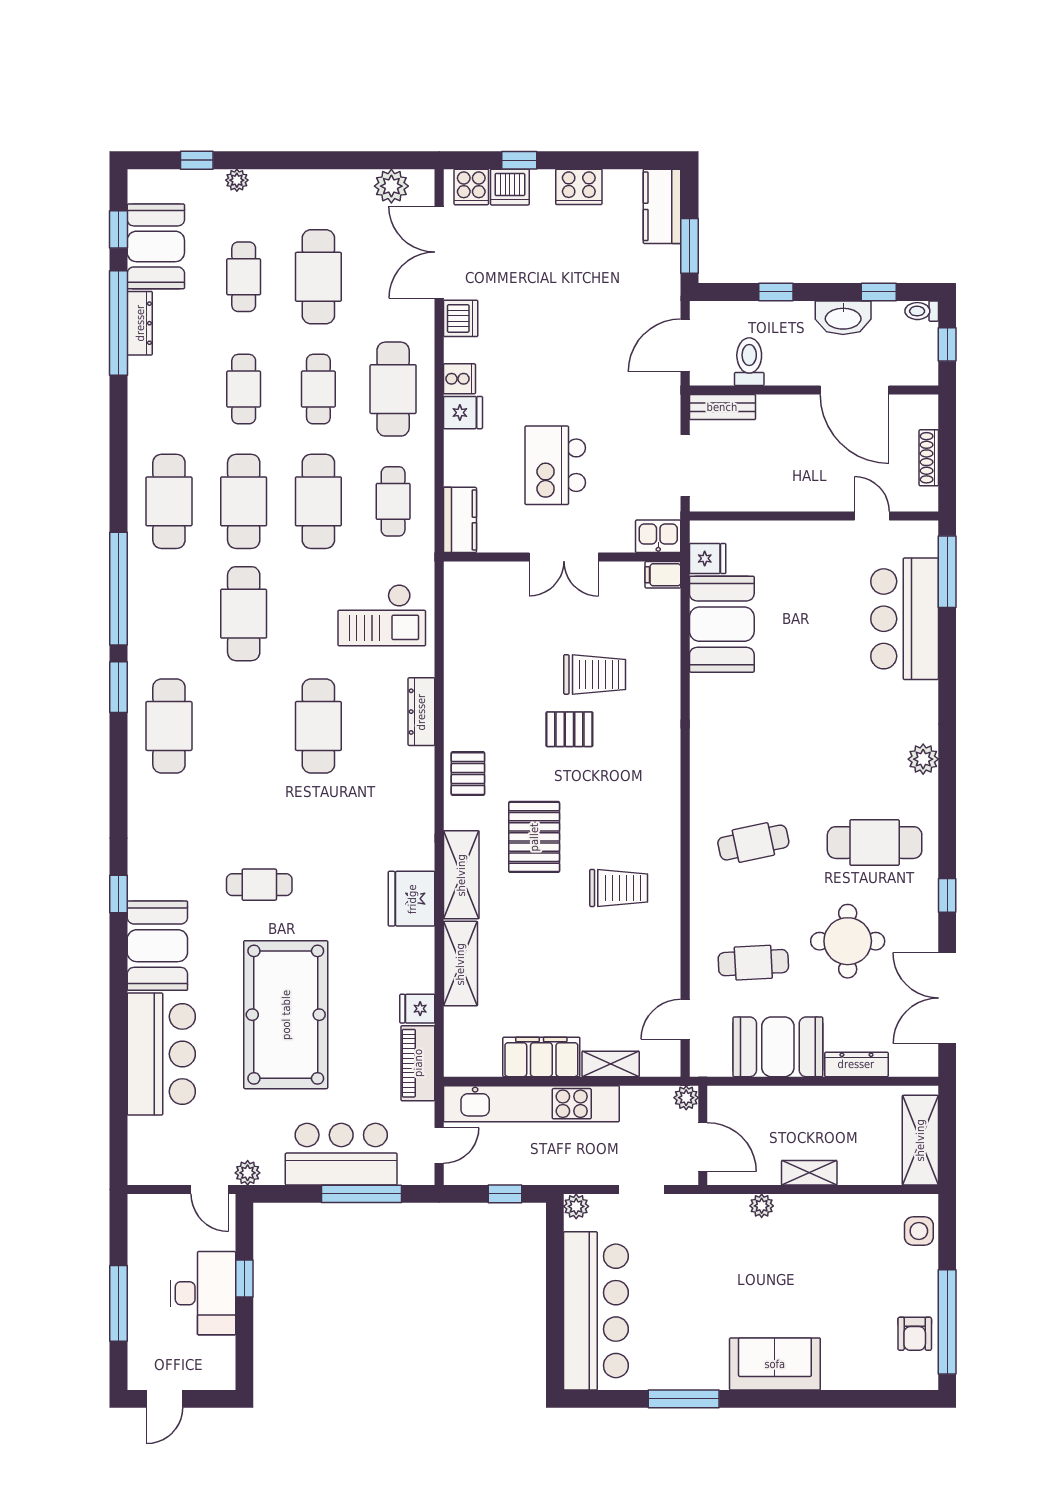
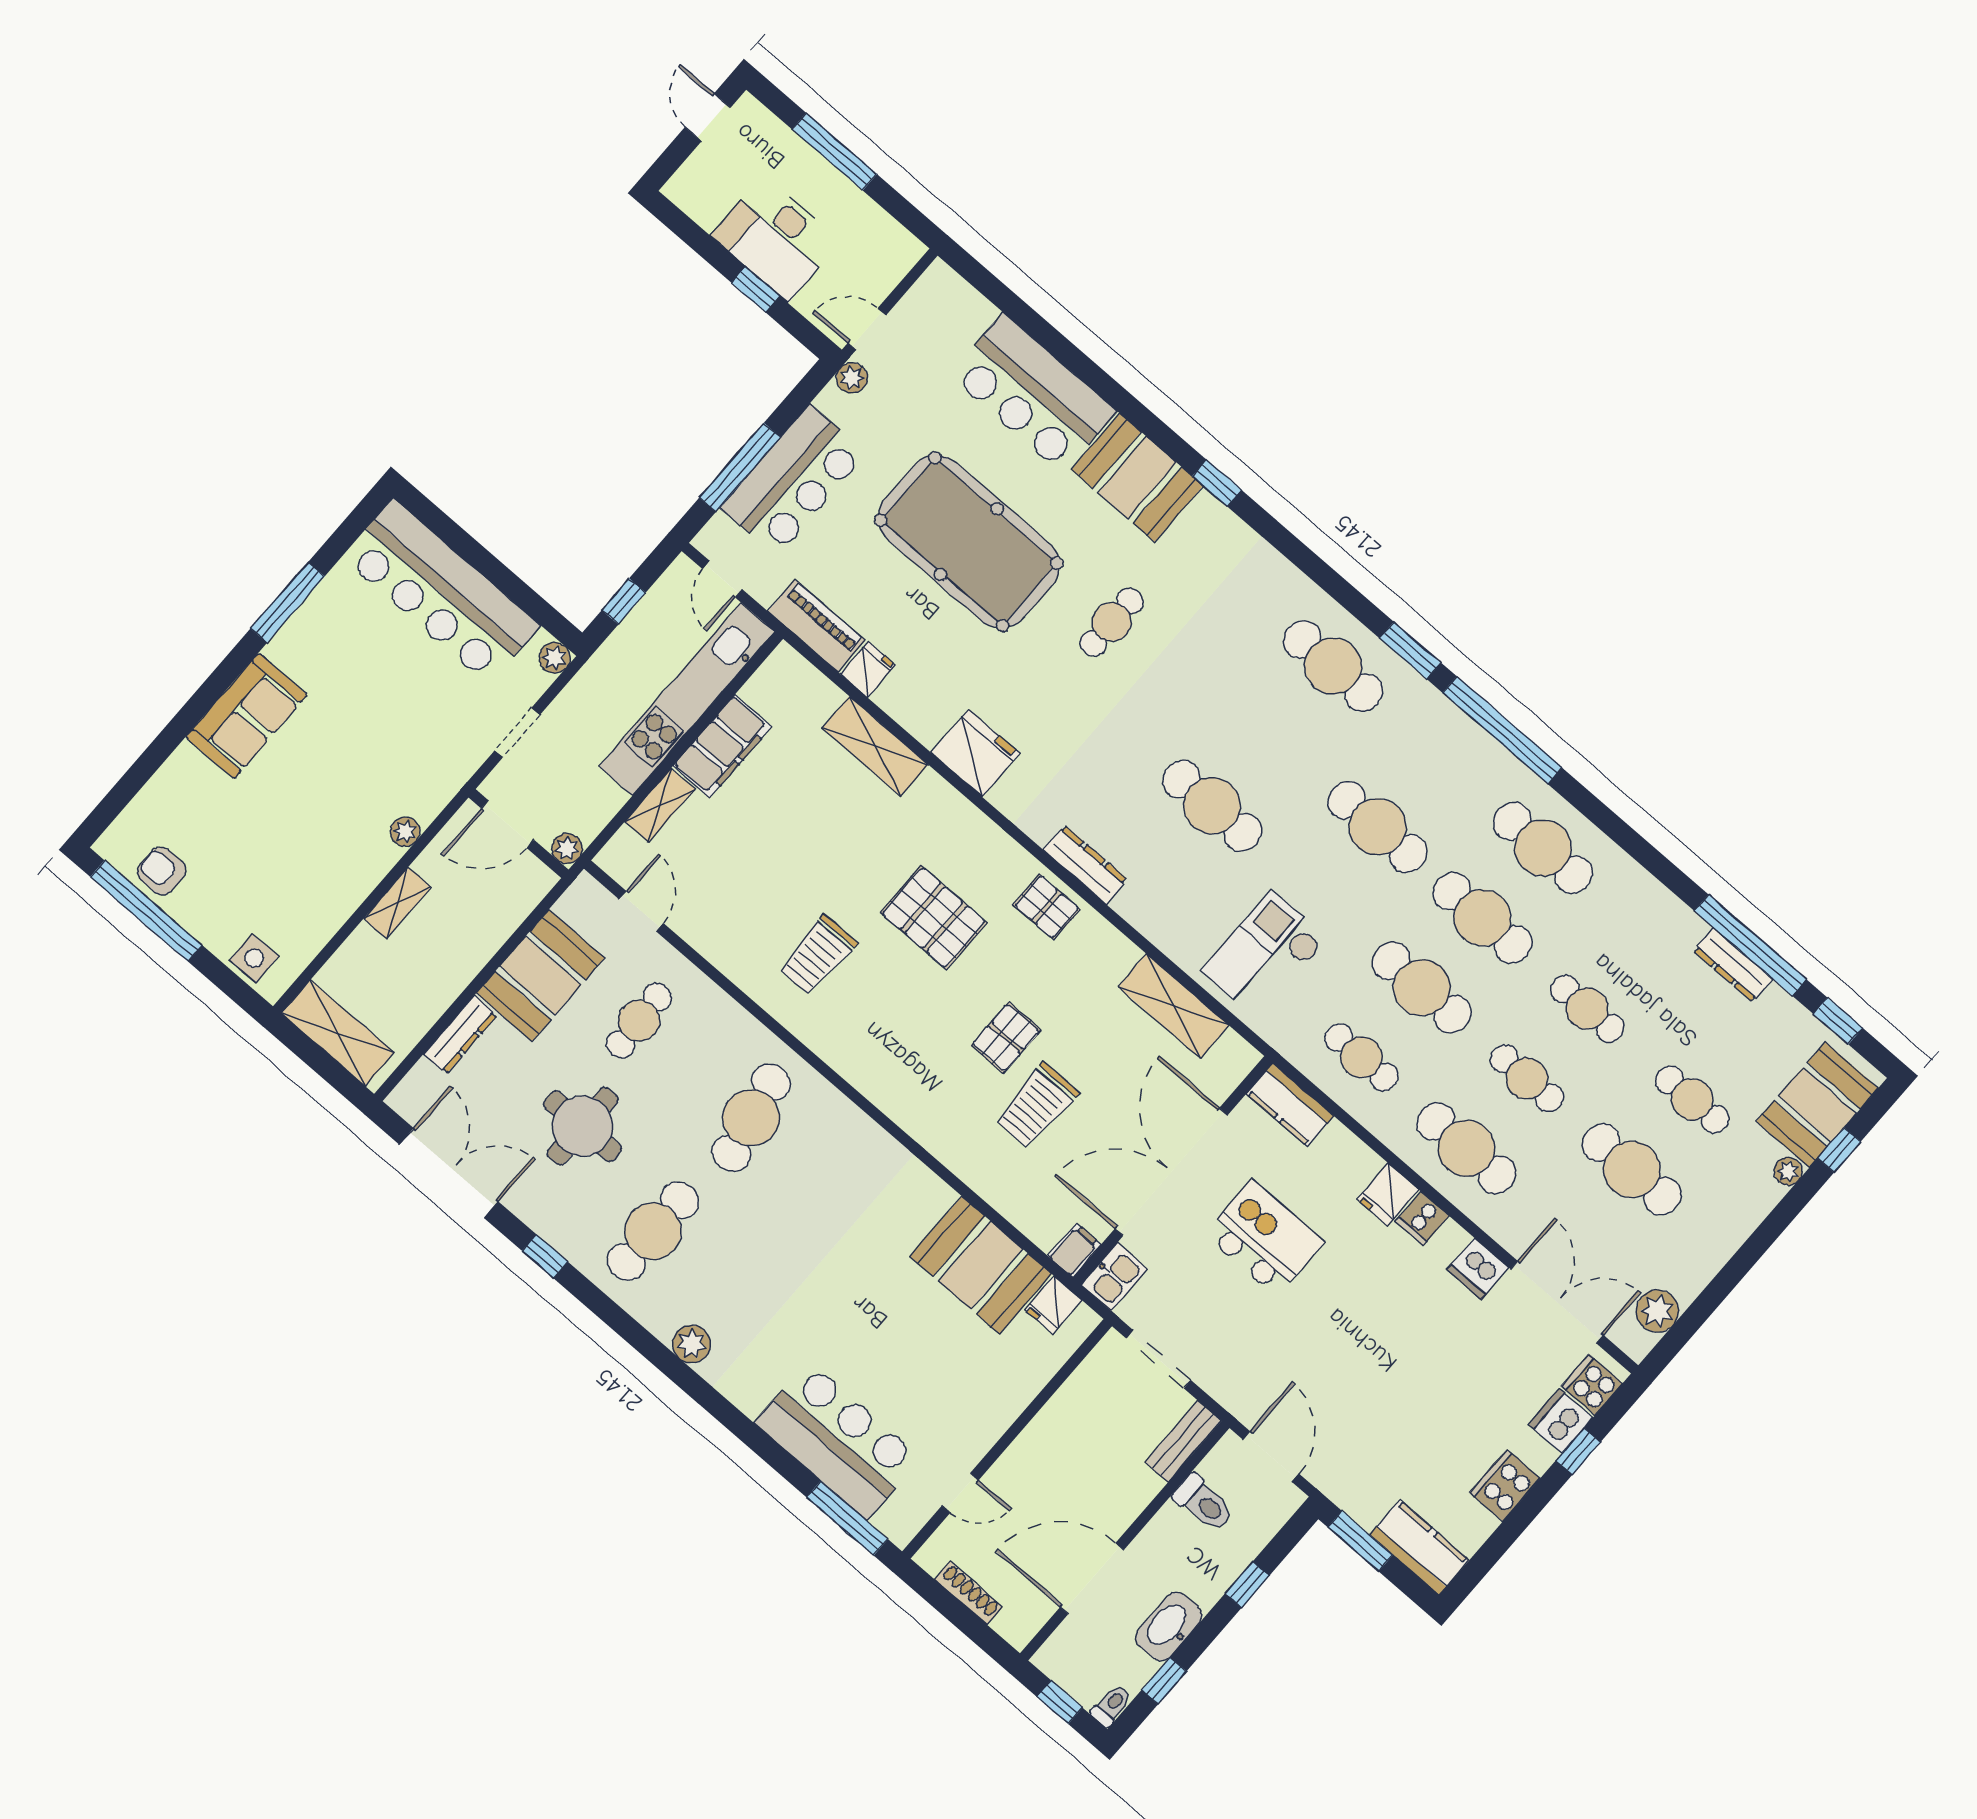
booth: (156, 246) -> (1817, 1105), moved, turned 90
double door: (564, 557) -> (1171, 1172), width x1.87
dresser: (421, 712) -> (1085, 865), moved
cafe table: (753, 843) -> (751, 1118), width x1.37, depth x1.35
shelving: (461, 875) -> (1173, 1006), moved

